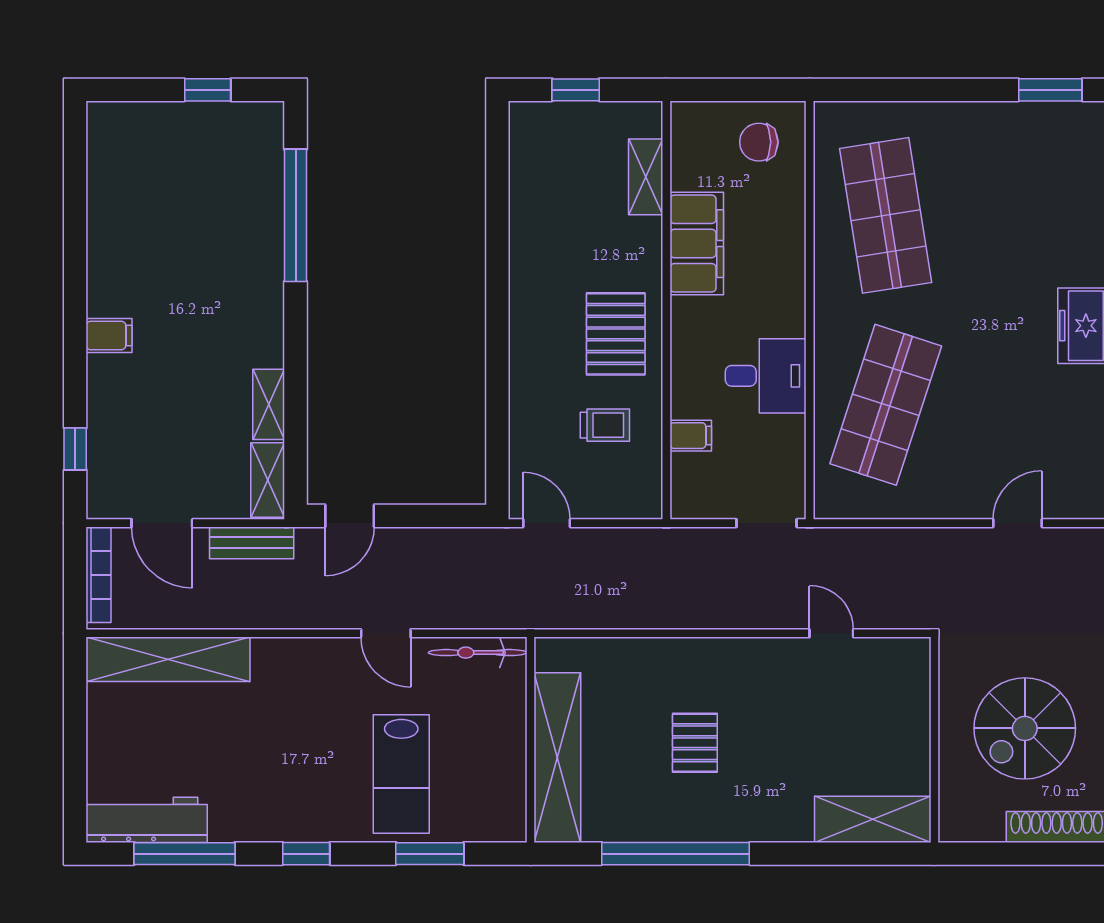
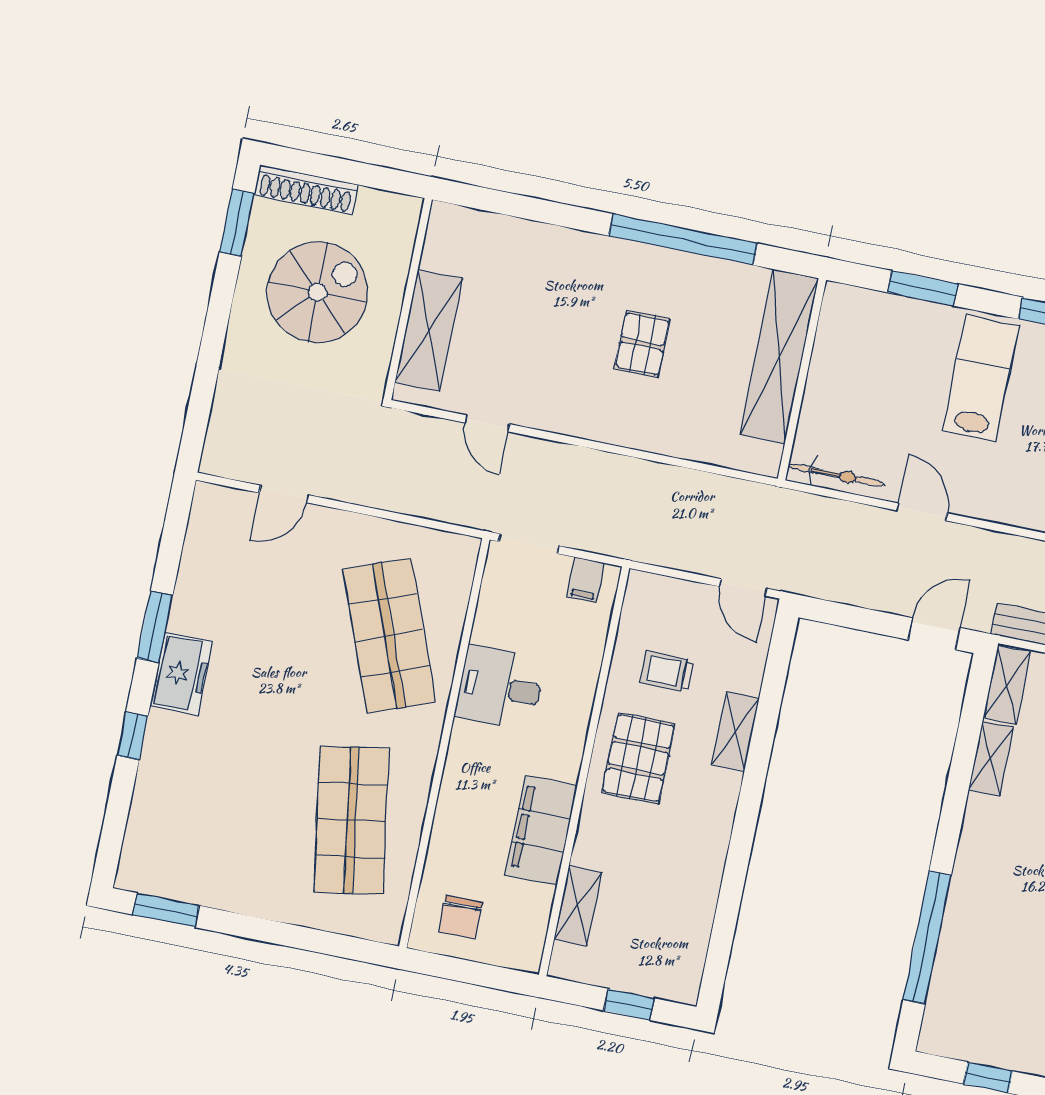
chair: (759, 142) -> (461, 917), turned 90
shelving: (525, 380) -> (736, 731), added
shop shelf: (886, 405) -> (389, 636), turned -39
filing cabinet: (691, 436) -> (585, 580), moved, turned -90
lab bench: (401, 774) -> (981, 378), moved
shelving: (873, 819) -> (429, 331), moved, turned 90

